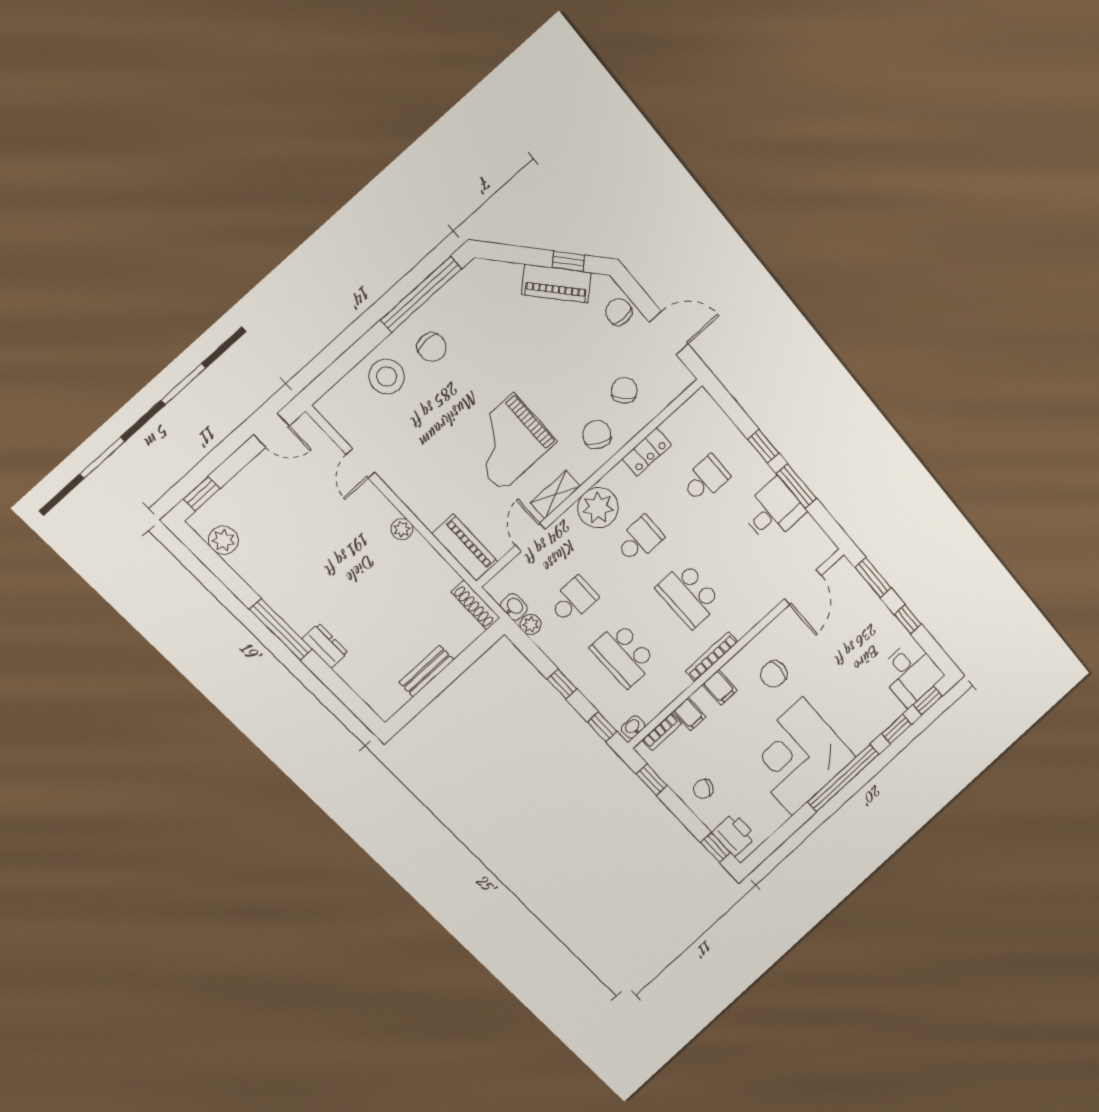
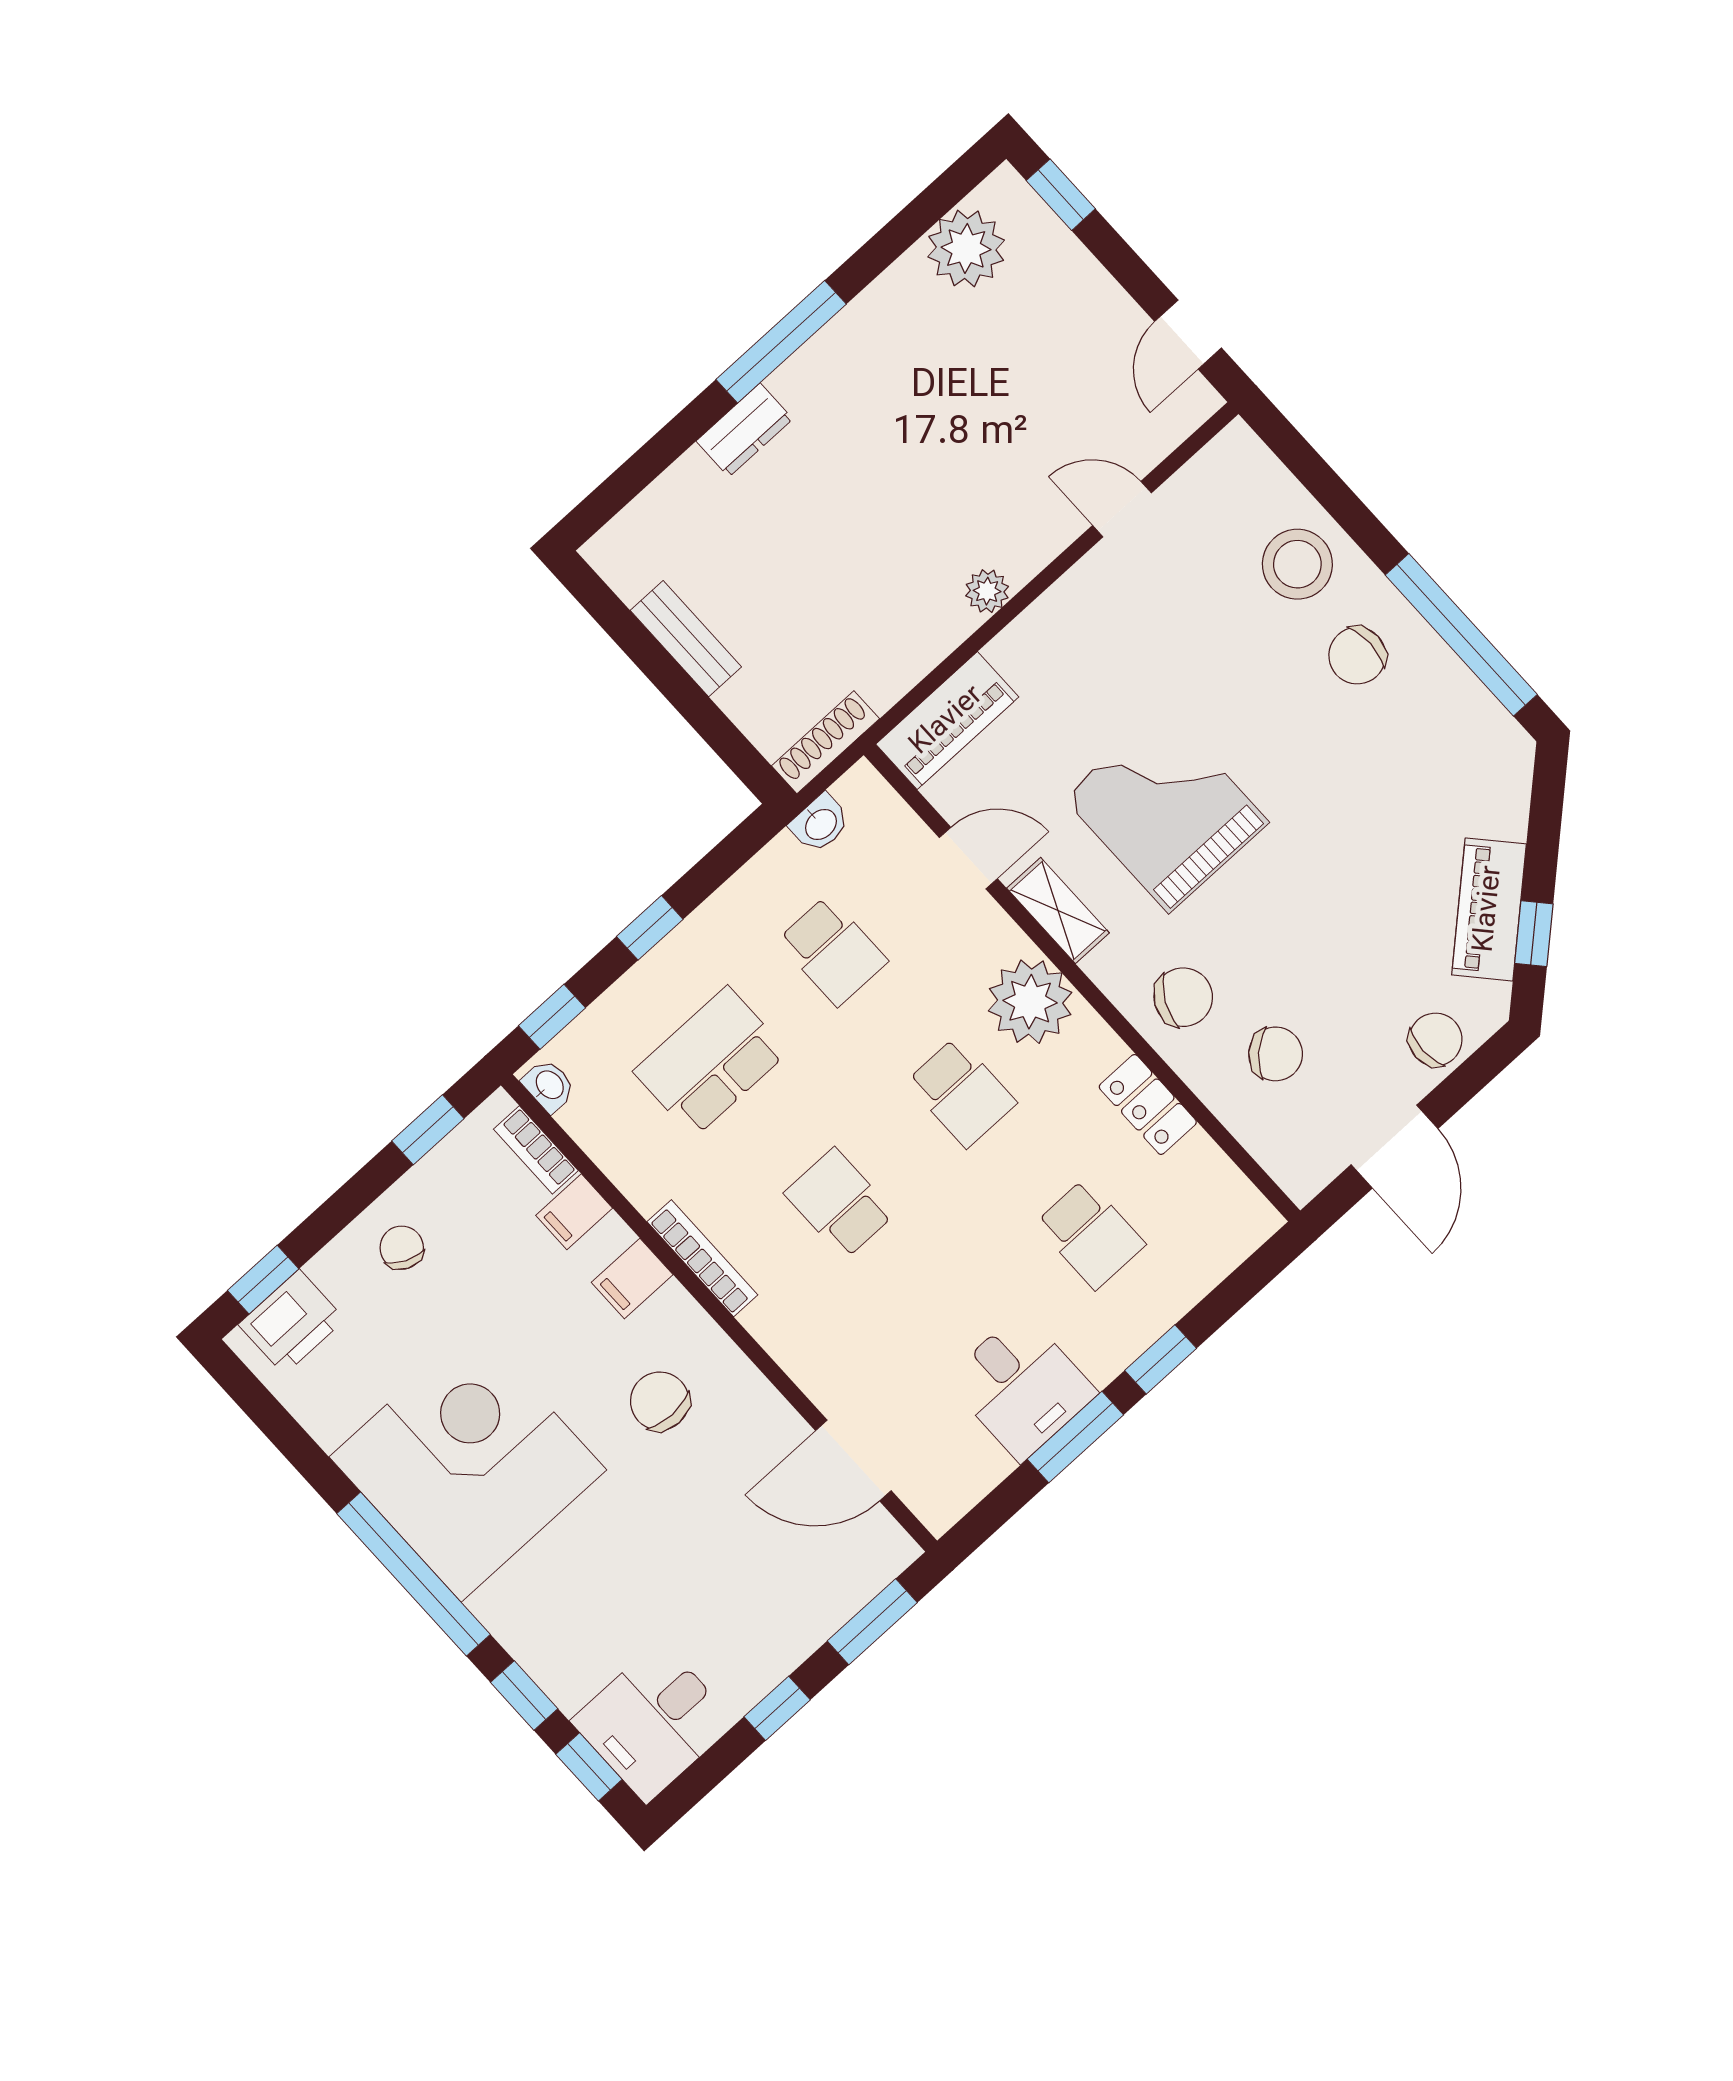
plant: (223, 540) -> (966, 248), width x1.36, depth x1.36
school desk: (689, 595) -> (840, 1203), width x0.54
plant: (531, 624) -> (781, 859), removed

